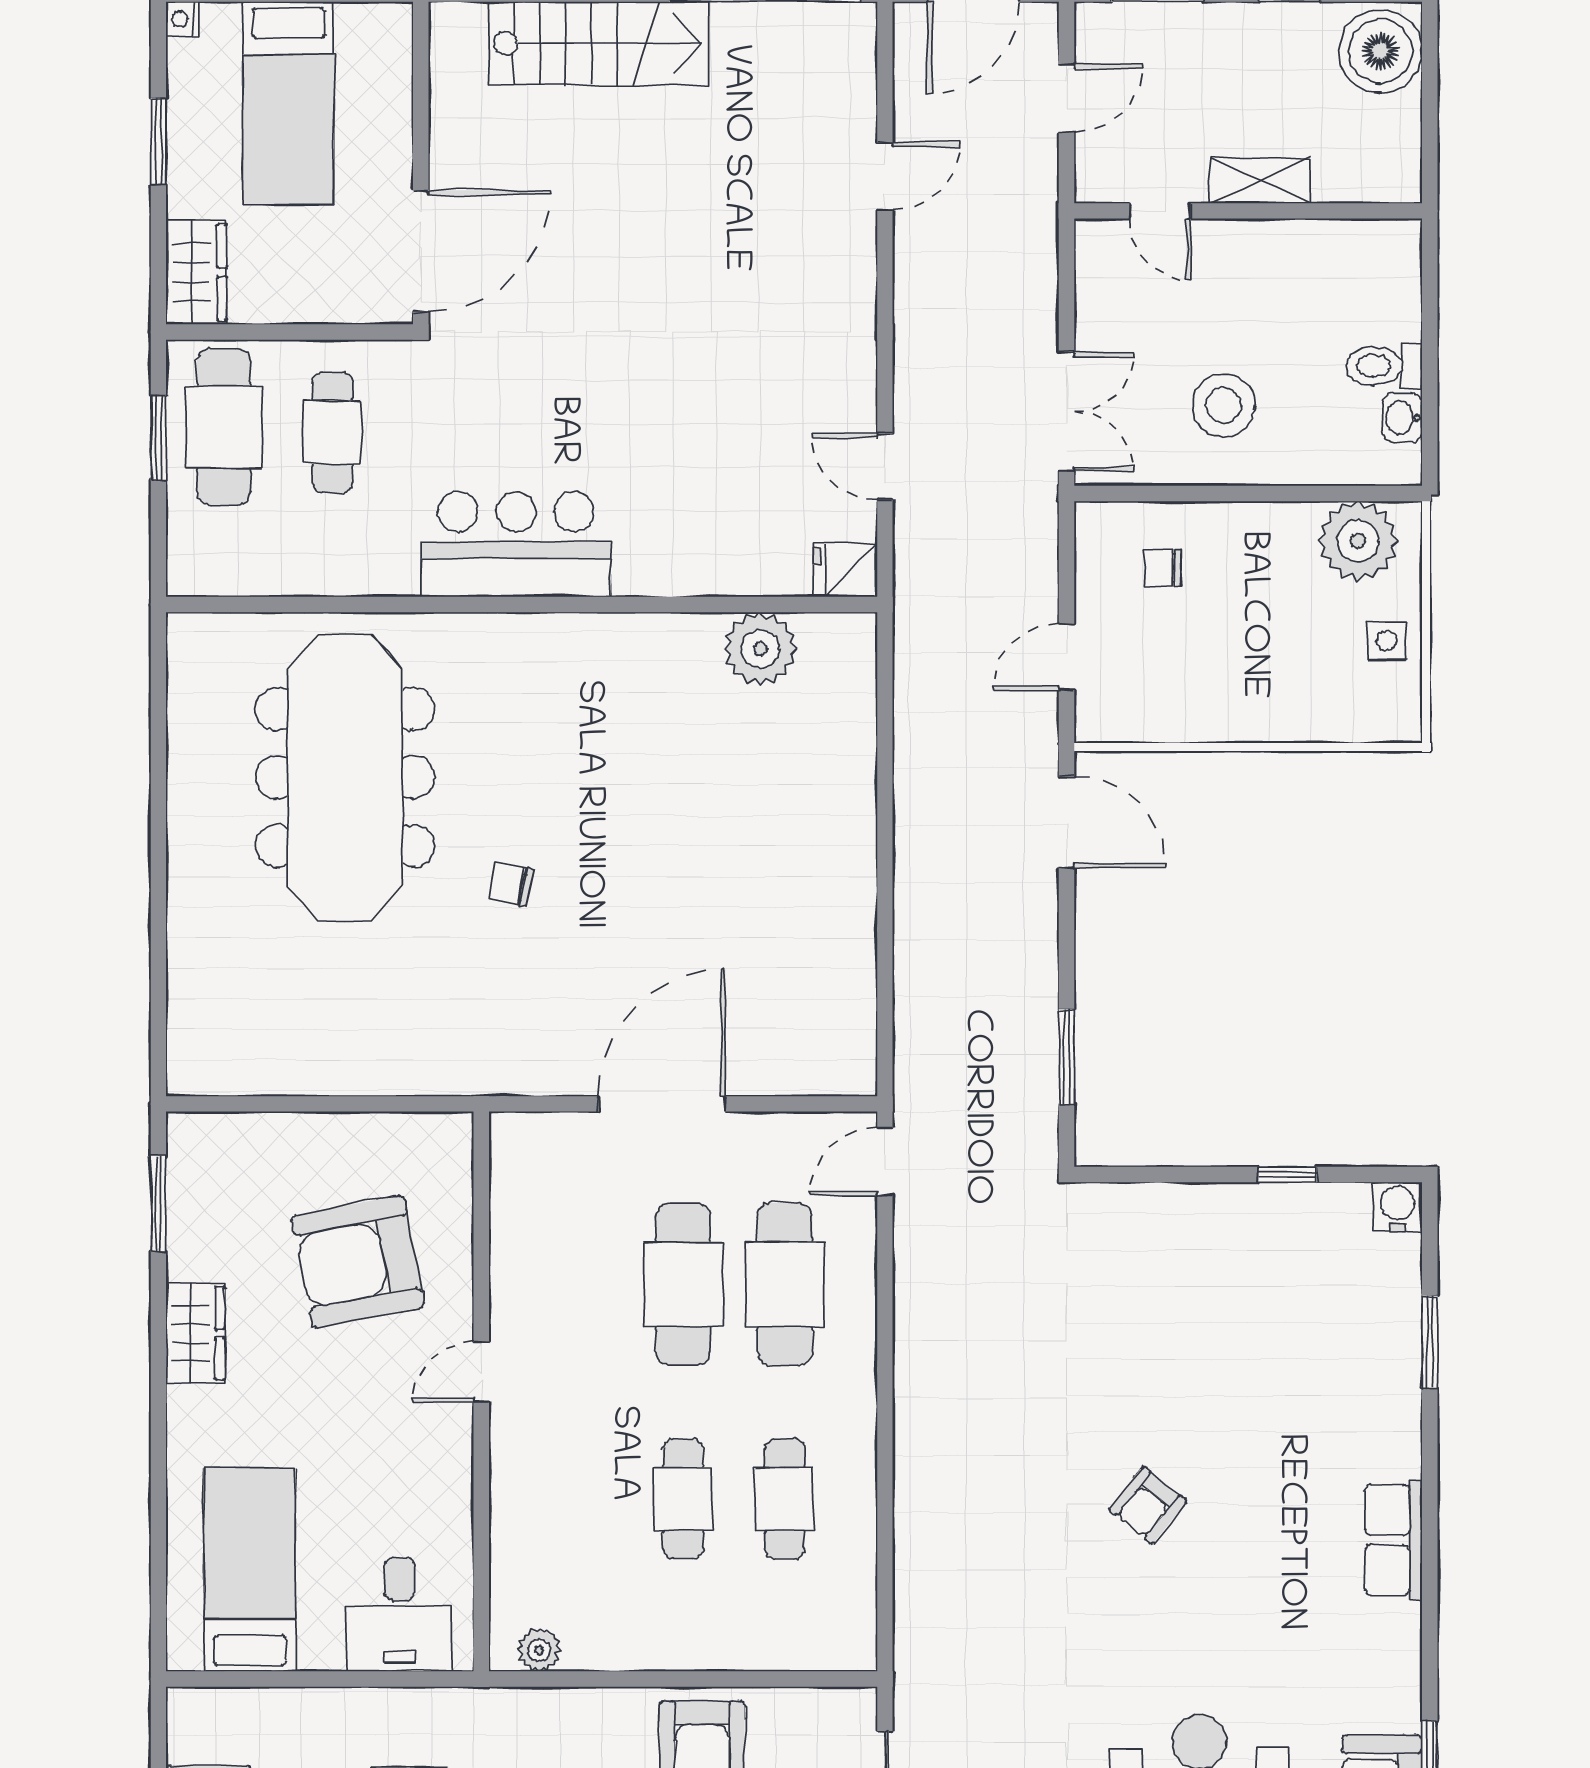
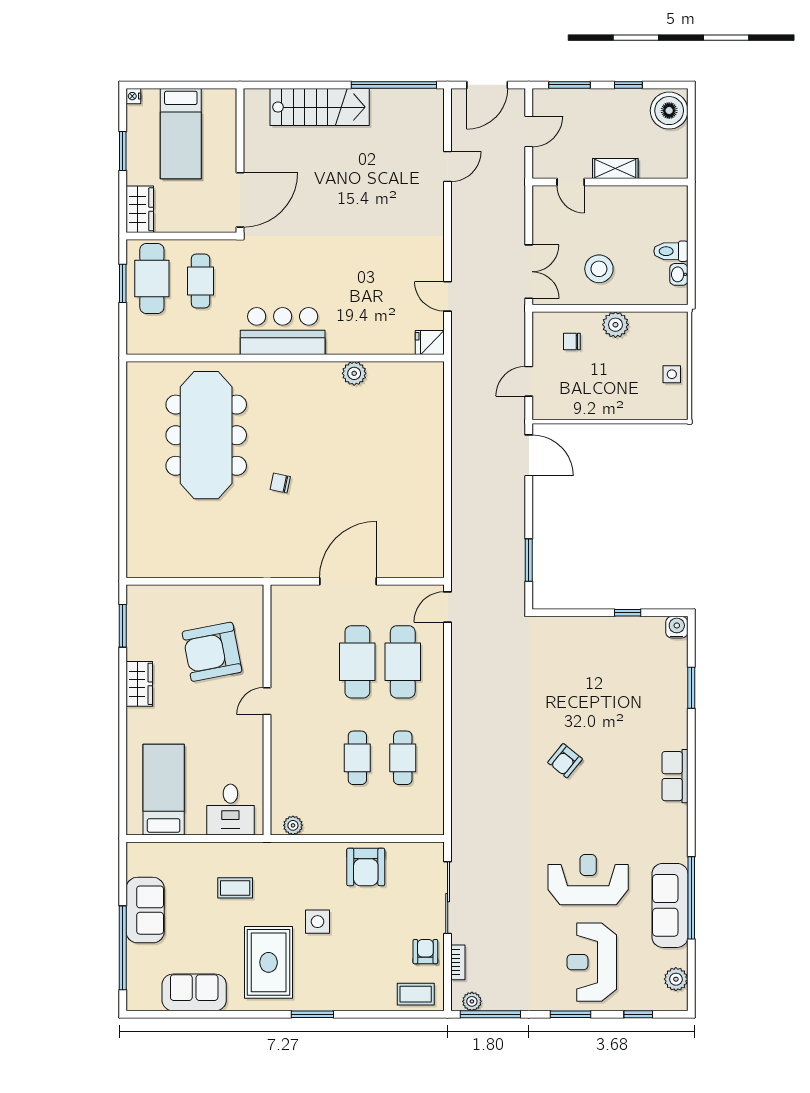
plant: (1358, 541) -> (615, 325), moved, width x0.73, depth x0.73
plant: (760, 649) -> (354, 373), moved, width x0.73, depth x0.73

